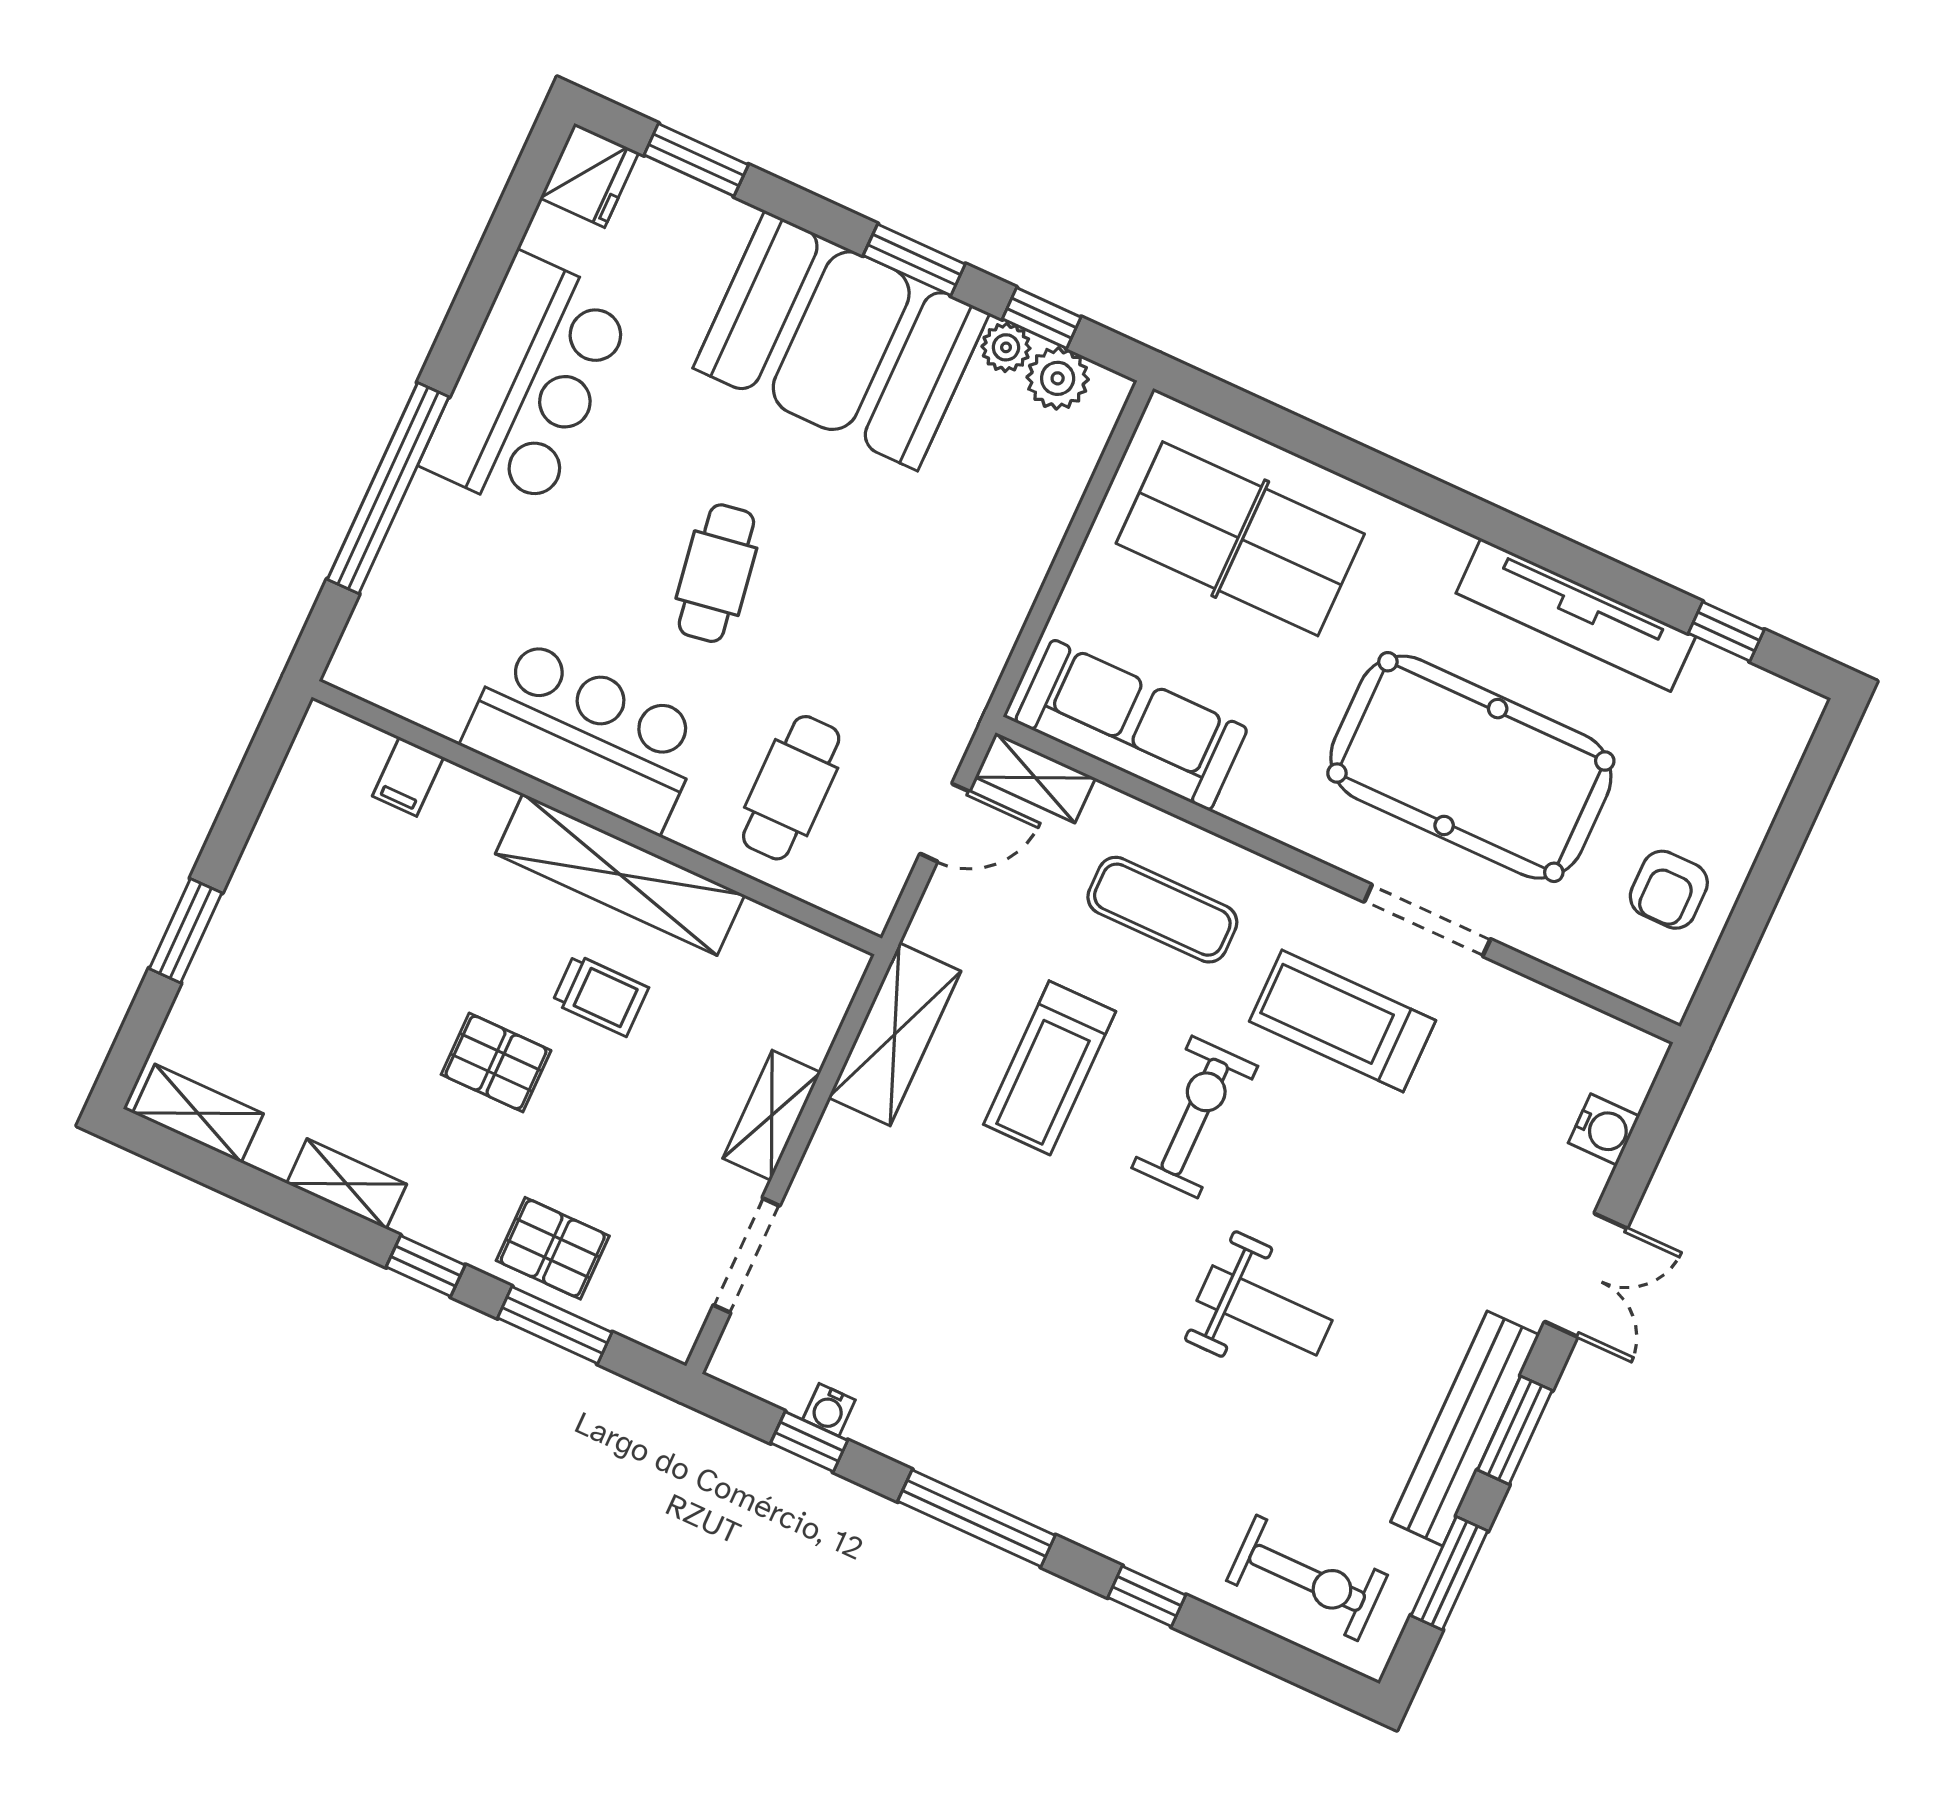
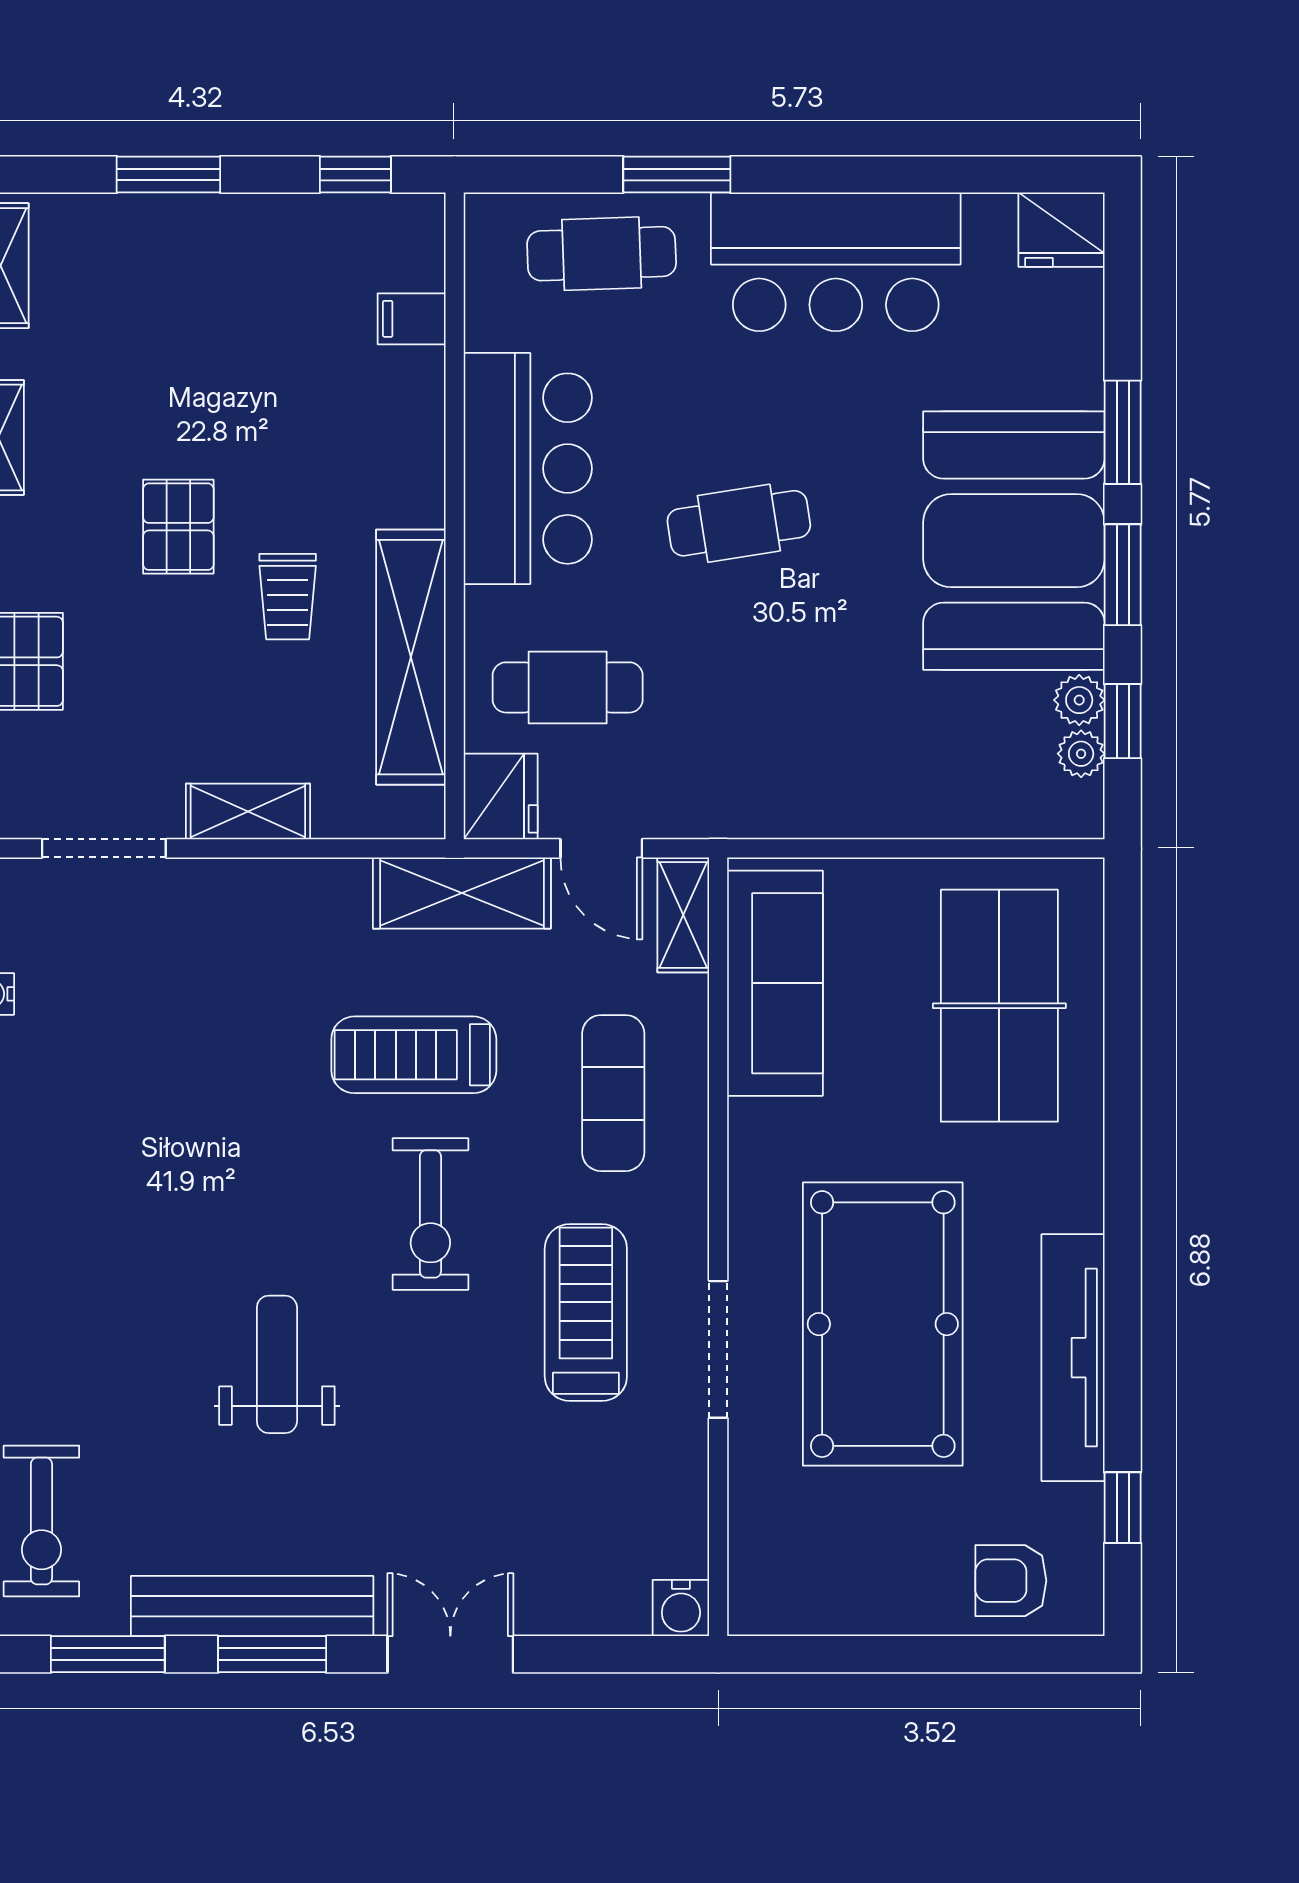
window: (696, 160) -> (1123, 432), moved
plant: (1058, 378) -> (1081, 754), width x0.73, depth x0.73
window: (388, 488) -> (677, 174), width x0.47
cafe table: (427, 585) -> (602, 254), added
window: (260, 768) -> (355, 174), added
shelving: (620, 874) -> (411, 657), moved
fridge: (859, 890) -> (501, 797), added
armchair: (1669, 890) -> (1011, 1581), moved
shelving: (895, 1034) -> (462, 893), moved
exercise bike: (1195, 1117) -> (430, 1214), turned 90
water cooler: (1604, 1129) -> (681, 1608), moved
double door: (1586, 1275) -> (450, 1654), swing flipped
weight bench: (1265, 1310) -> (277, 1364), turned 180

